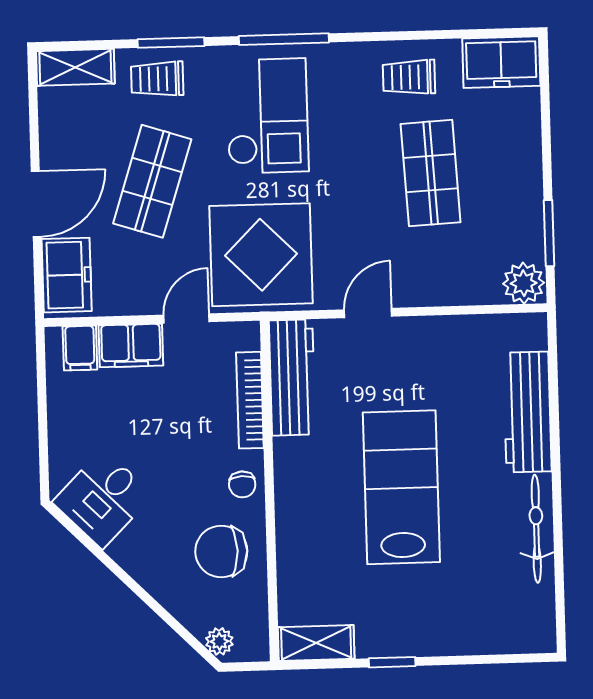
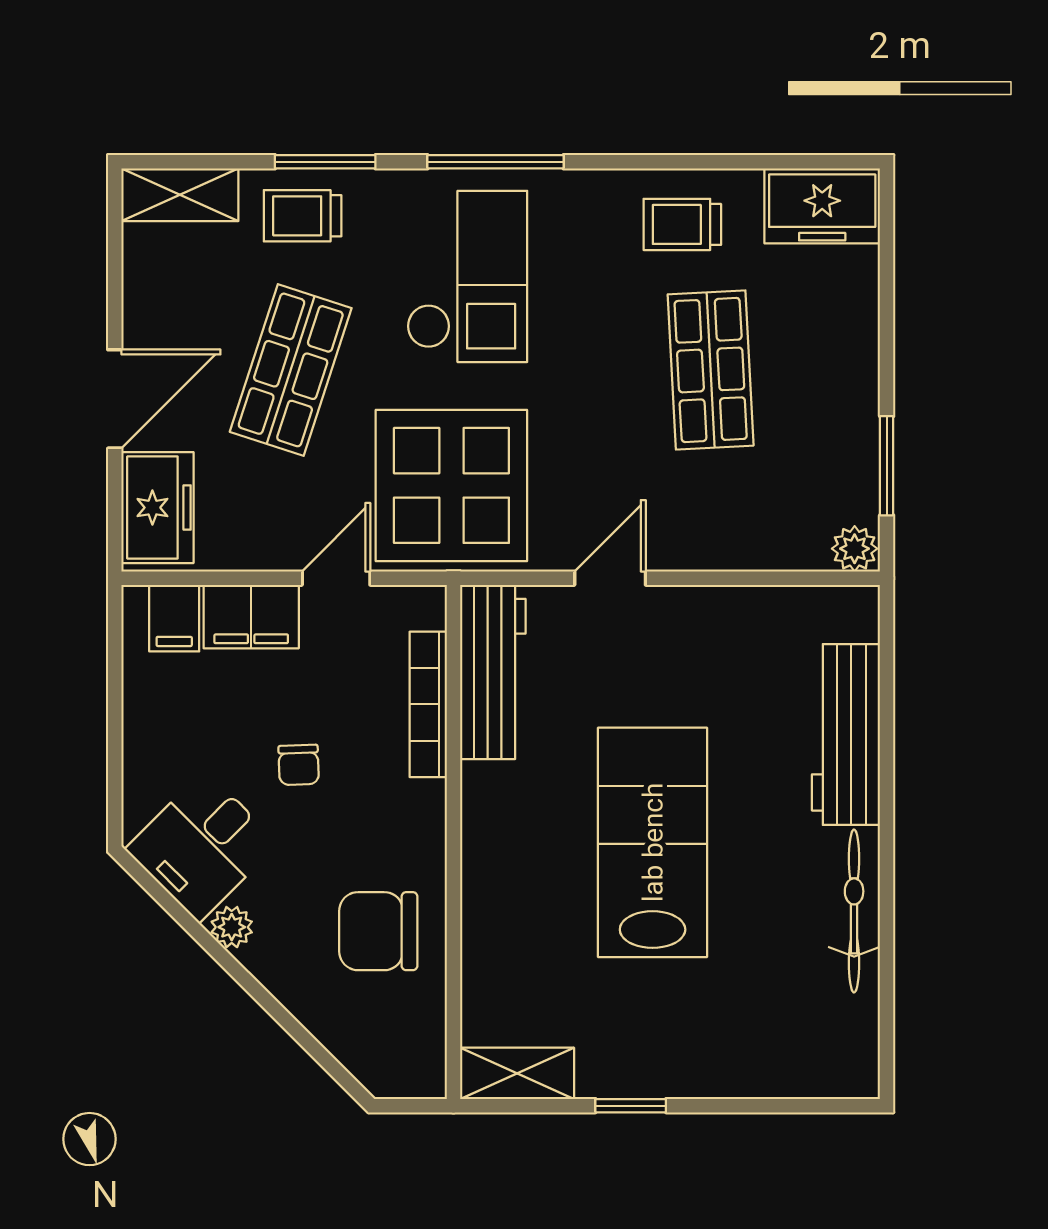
plant: (524, 283) -> (855, 549), width x0.73, depth x0.73
chair: (242, 484) -> (299, 765), moved
plant: (219, 641) -> (232, 927), moved

